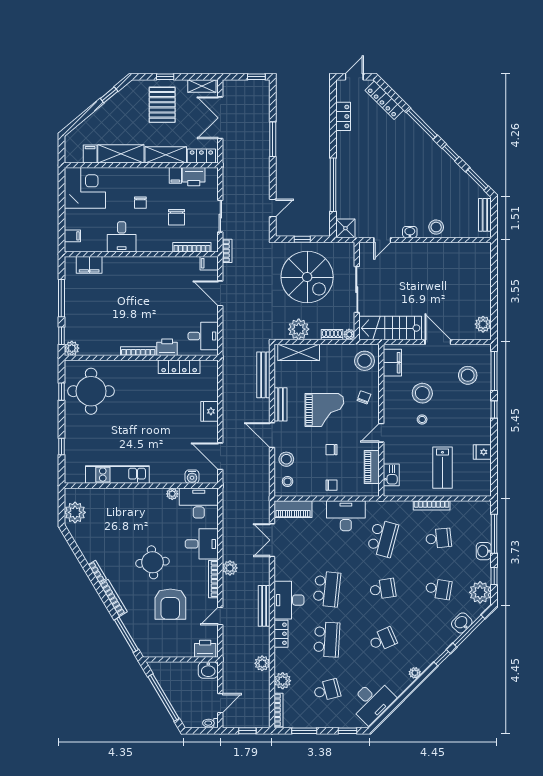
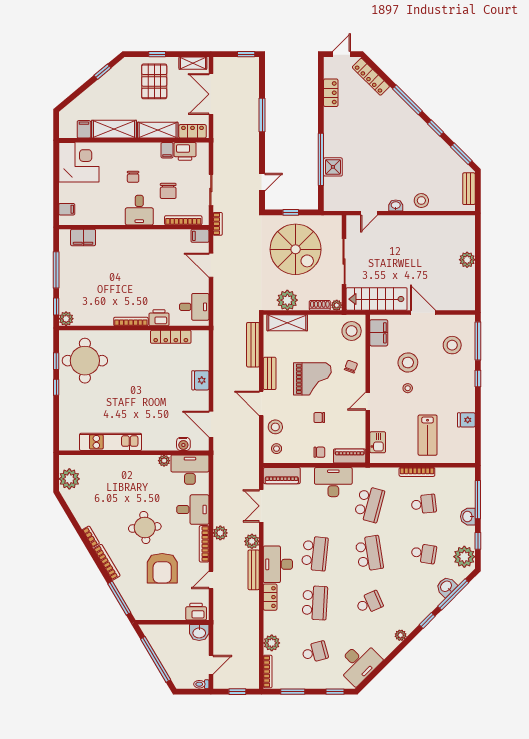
shower: (345, 228) -> (333, 167), moved
desk: (122, 237) -> (139, 210), moved
plant: (483, 324) -> (467, 260), moved
window: (61, 447) -> (56, 387), moved
piano: (372, 467) -> (350, 456), moved, turned 90
school desk: (383, 589) -> (369, 553), width x1.85
plant: (262, 663) -> (252, 541), moved

